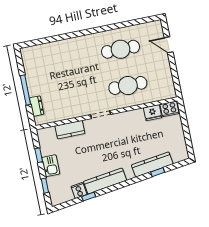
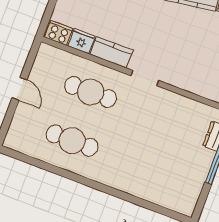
door: (169, 45) -> (20, 89), moved
kitchen counter: (70, 130) -> (112, 52), moved

